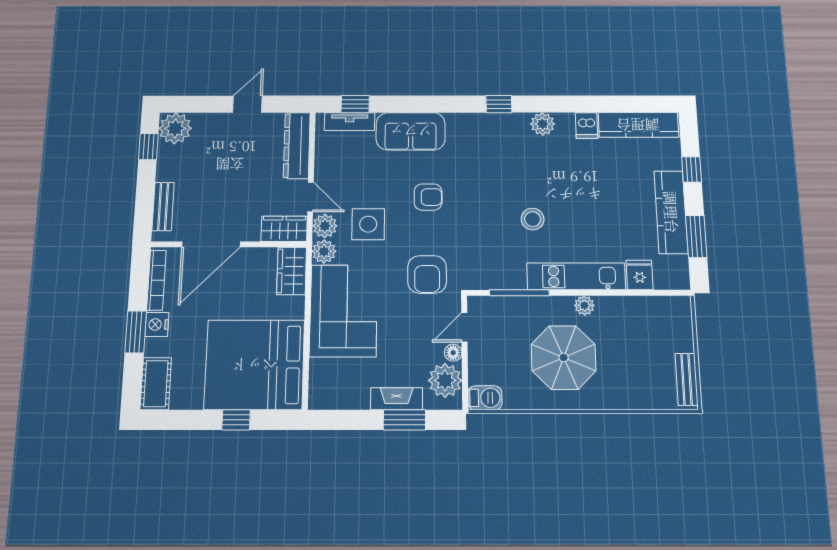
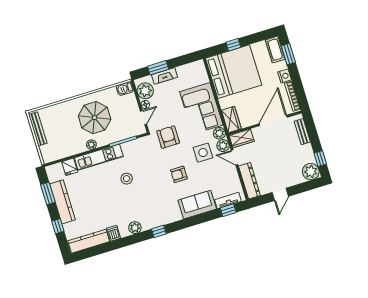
window: (136, 332) -> (288, 54), moved
bench: (687, 379) -> (38, 129), width x1.36

